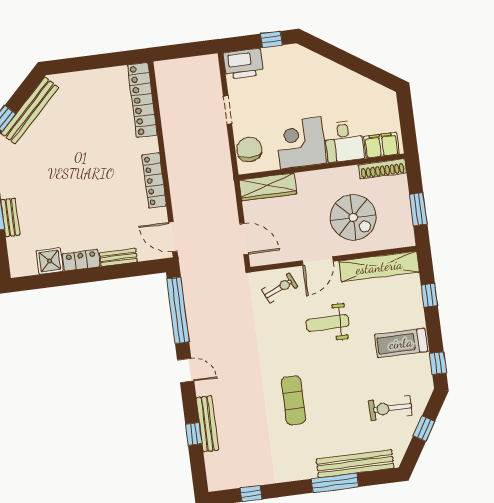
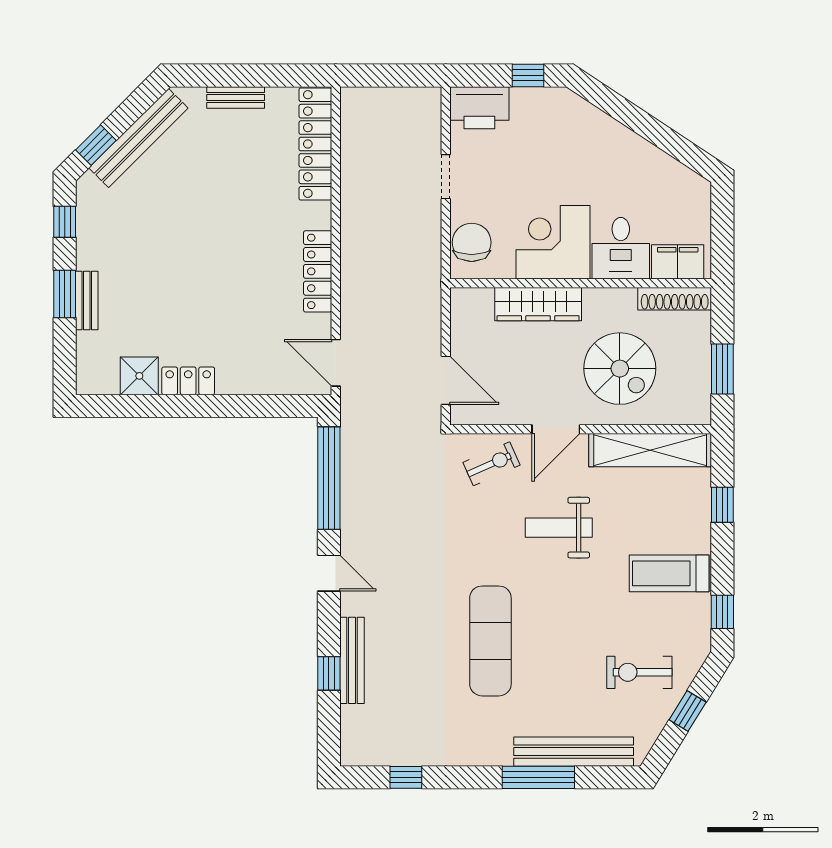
wardrobe: (268, 187) -> (538, 304), moved
bench: (118, 257) -> (236, 97), moved
exercise mat: (293, 400) -> (490, 641), width x1.36, depth x1.45

